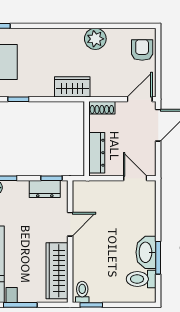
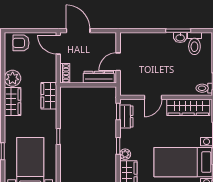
wardrobe: (65, 39) -> (13, 102), added
door: (135, 178) -> (118, 62), moved
door: (70, 224) -> (153, 97), swing flipped
washbasin: (146, 252) -> (180, 38), width x0.52, depth x0.69

